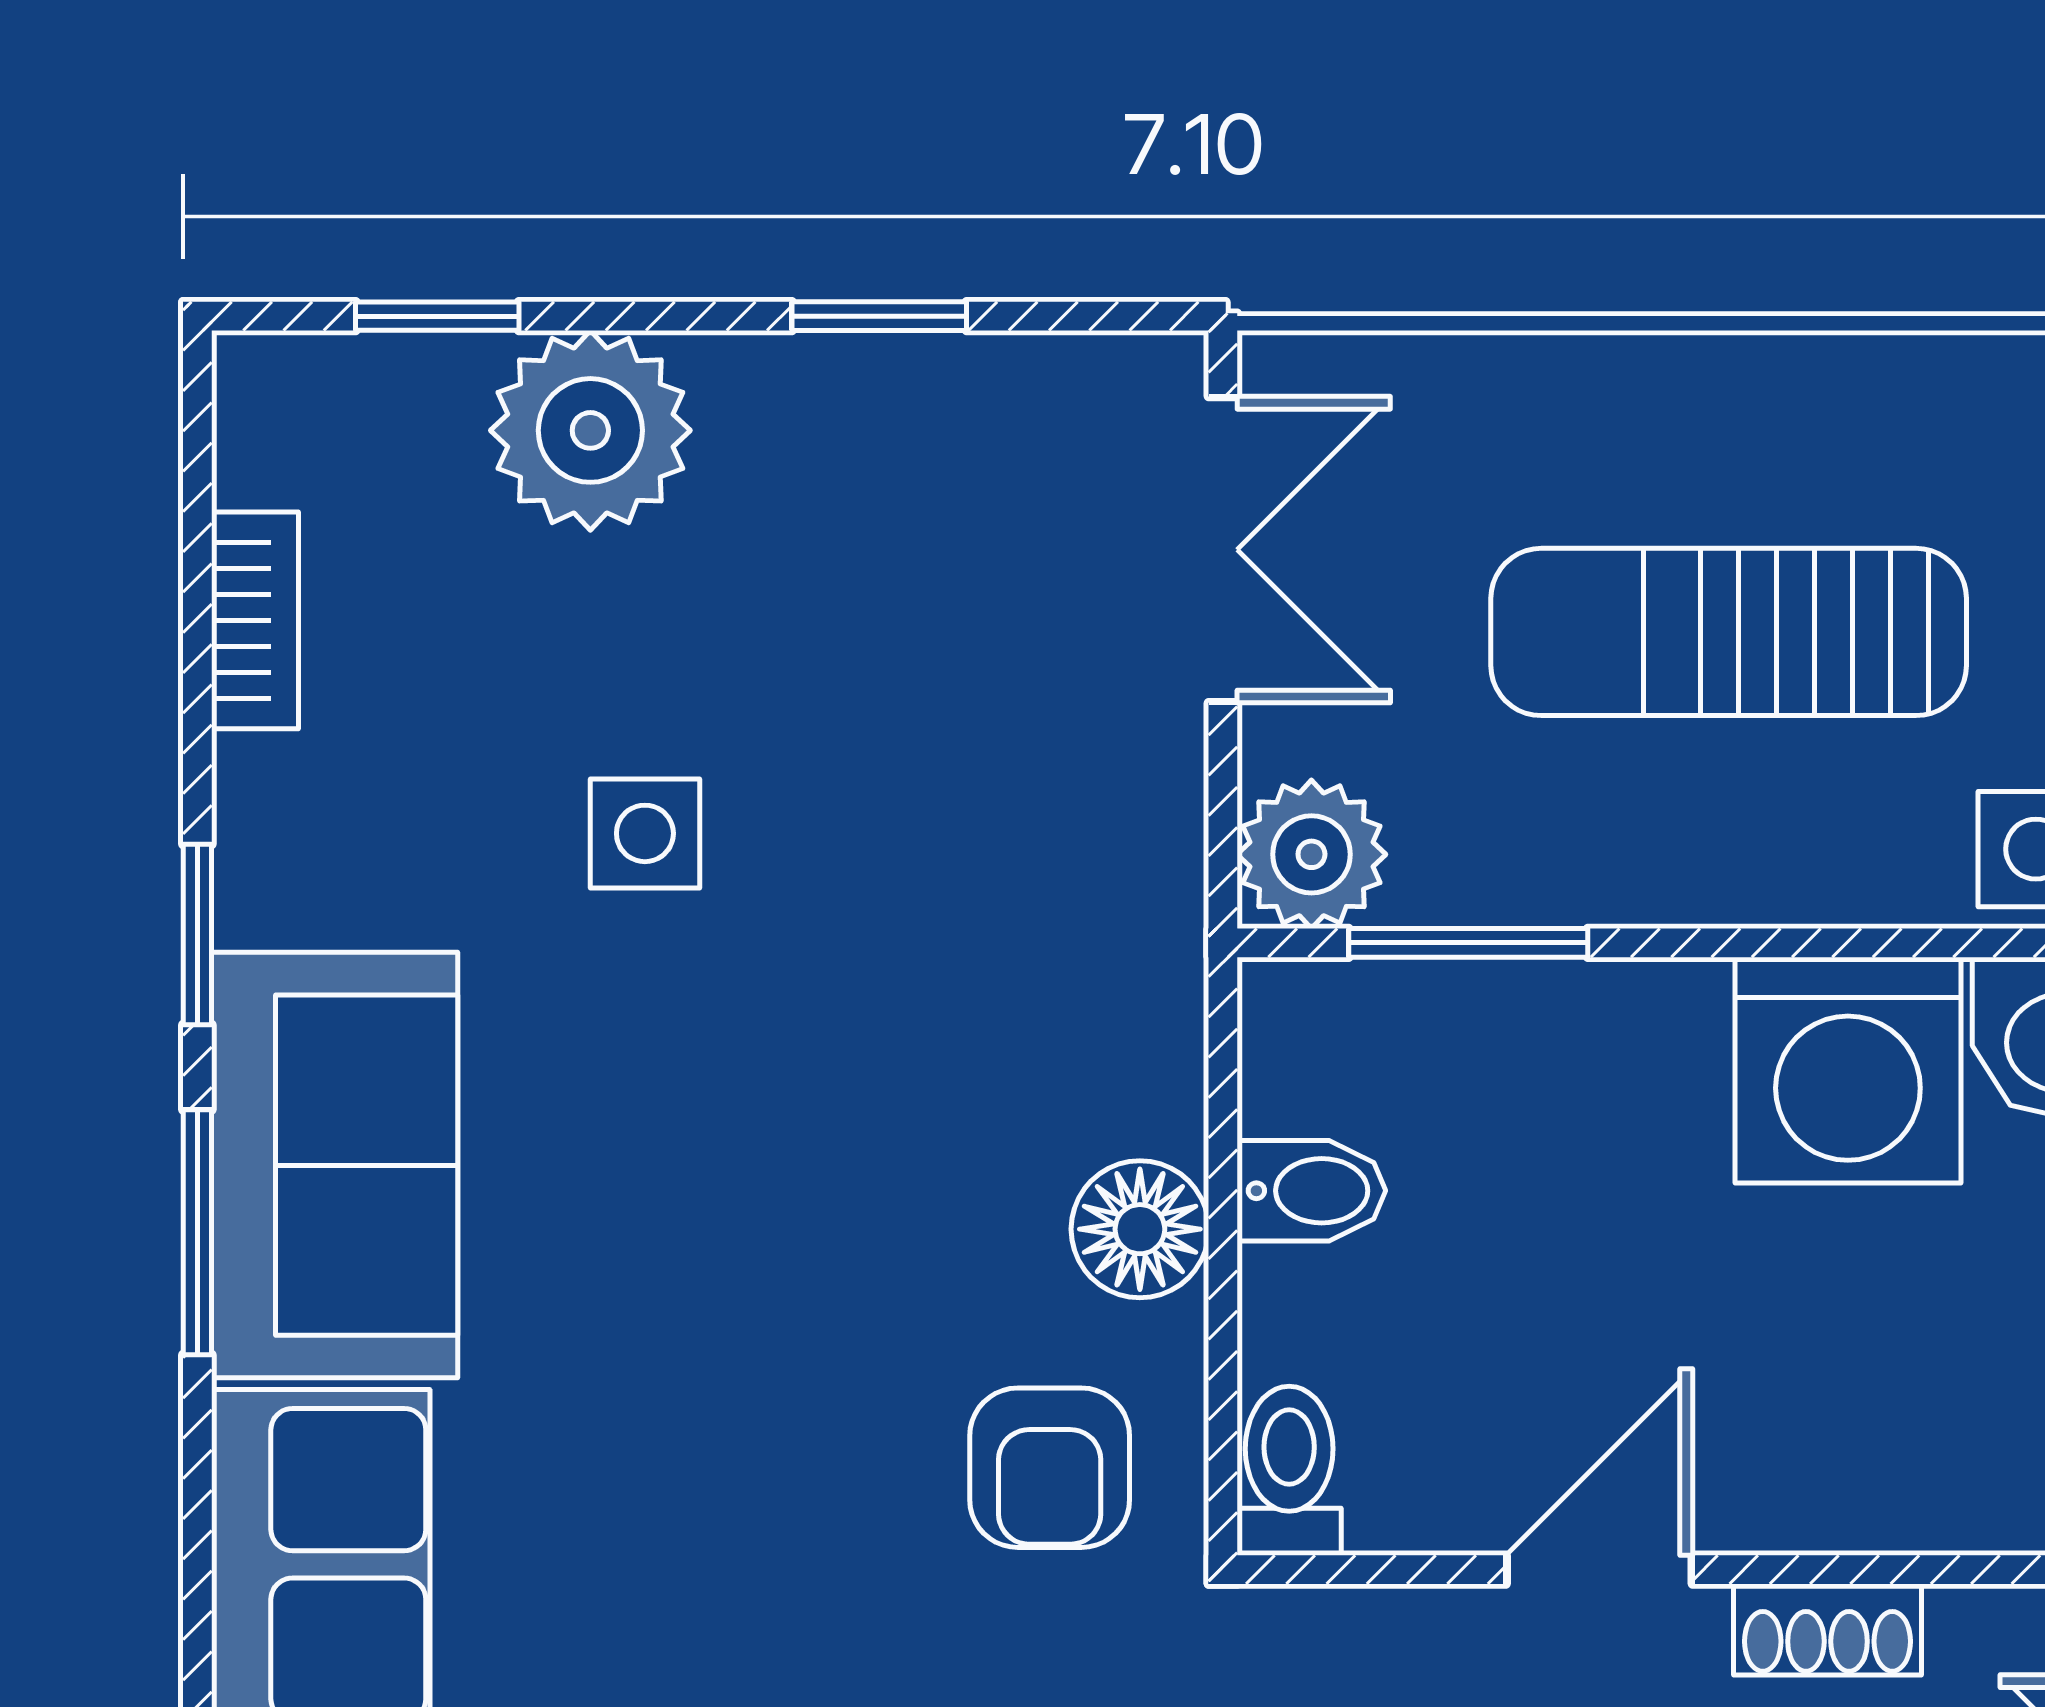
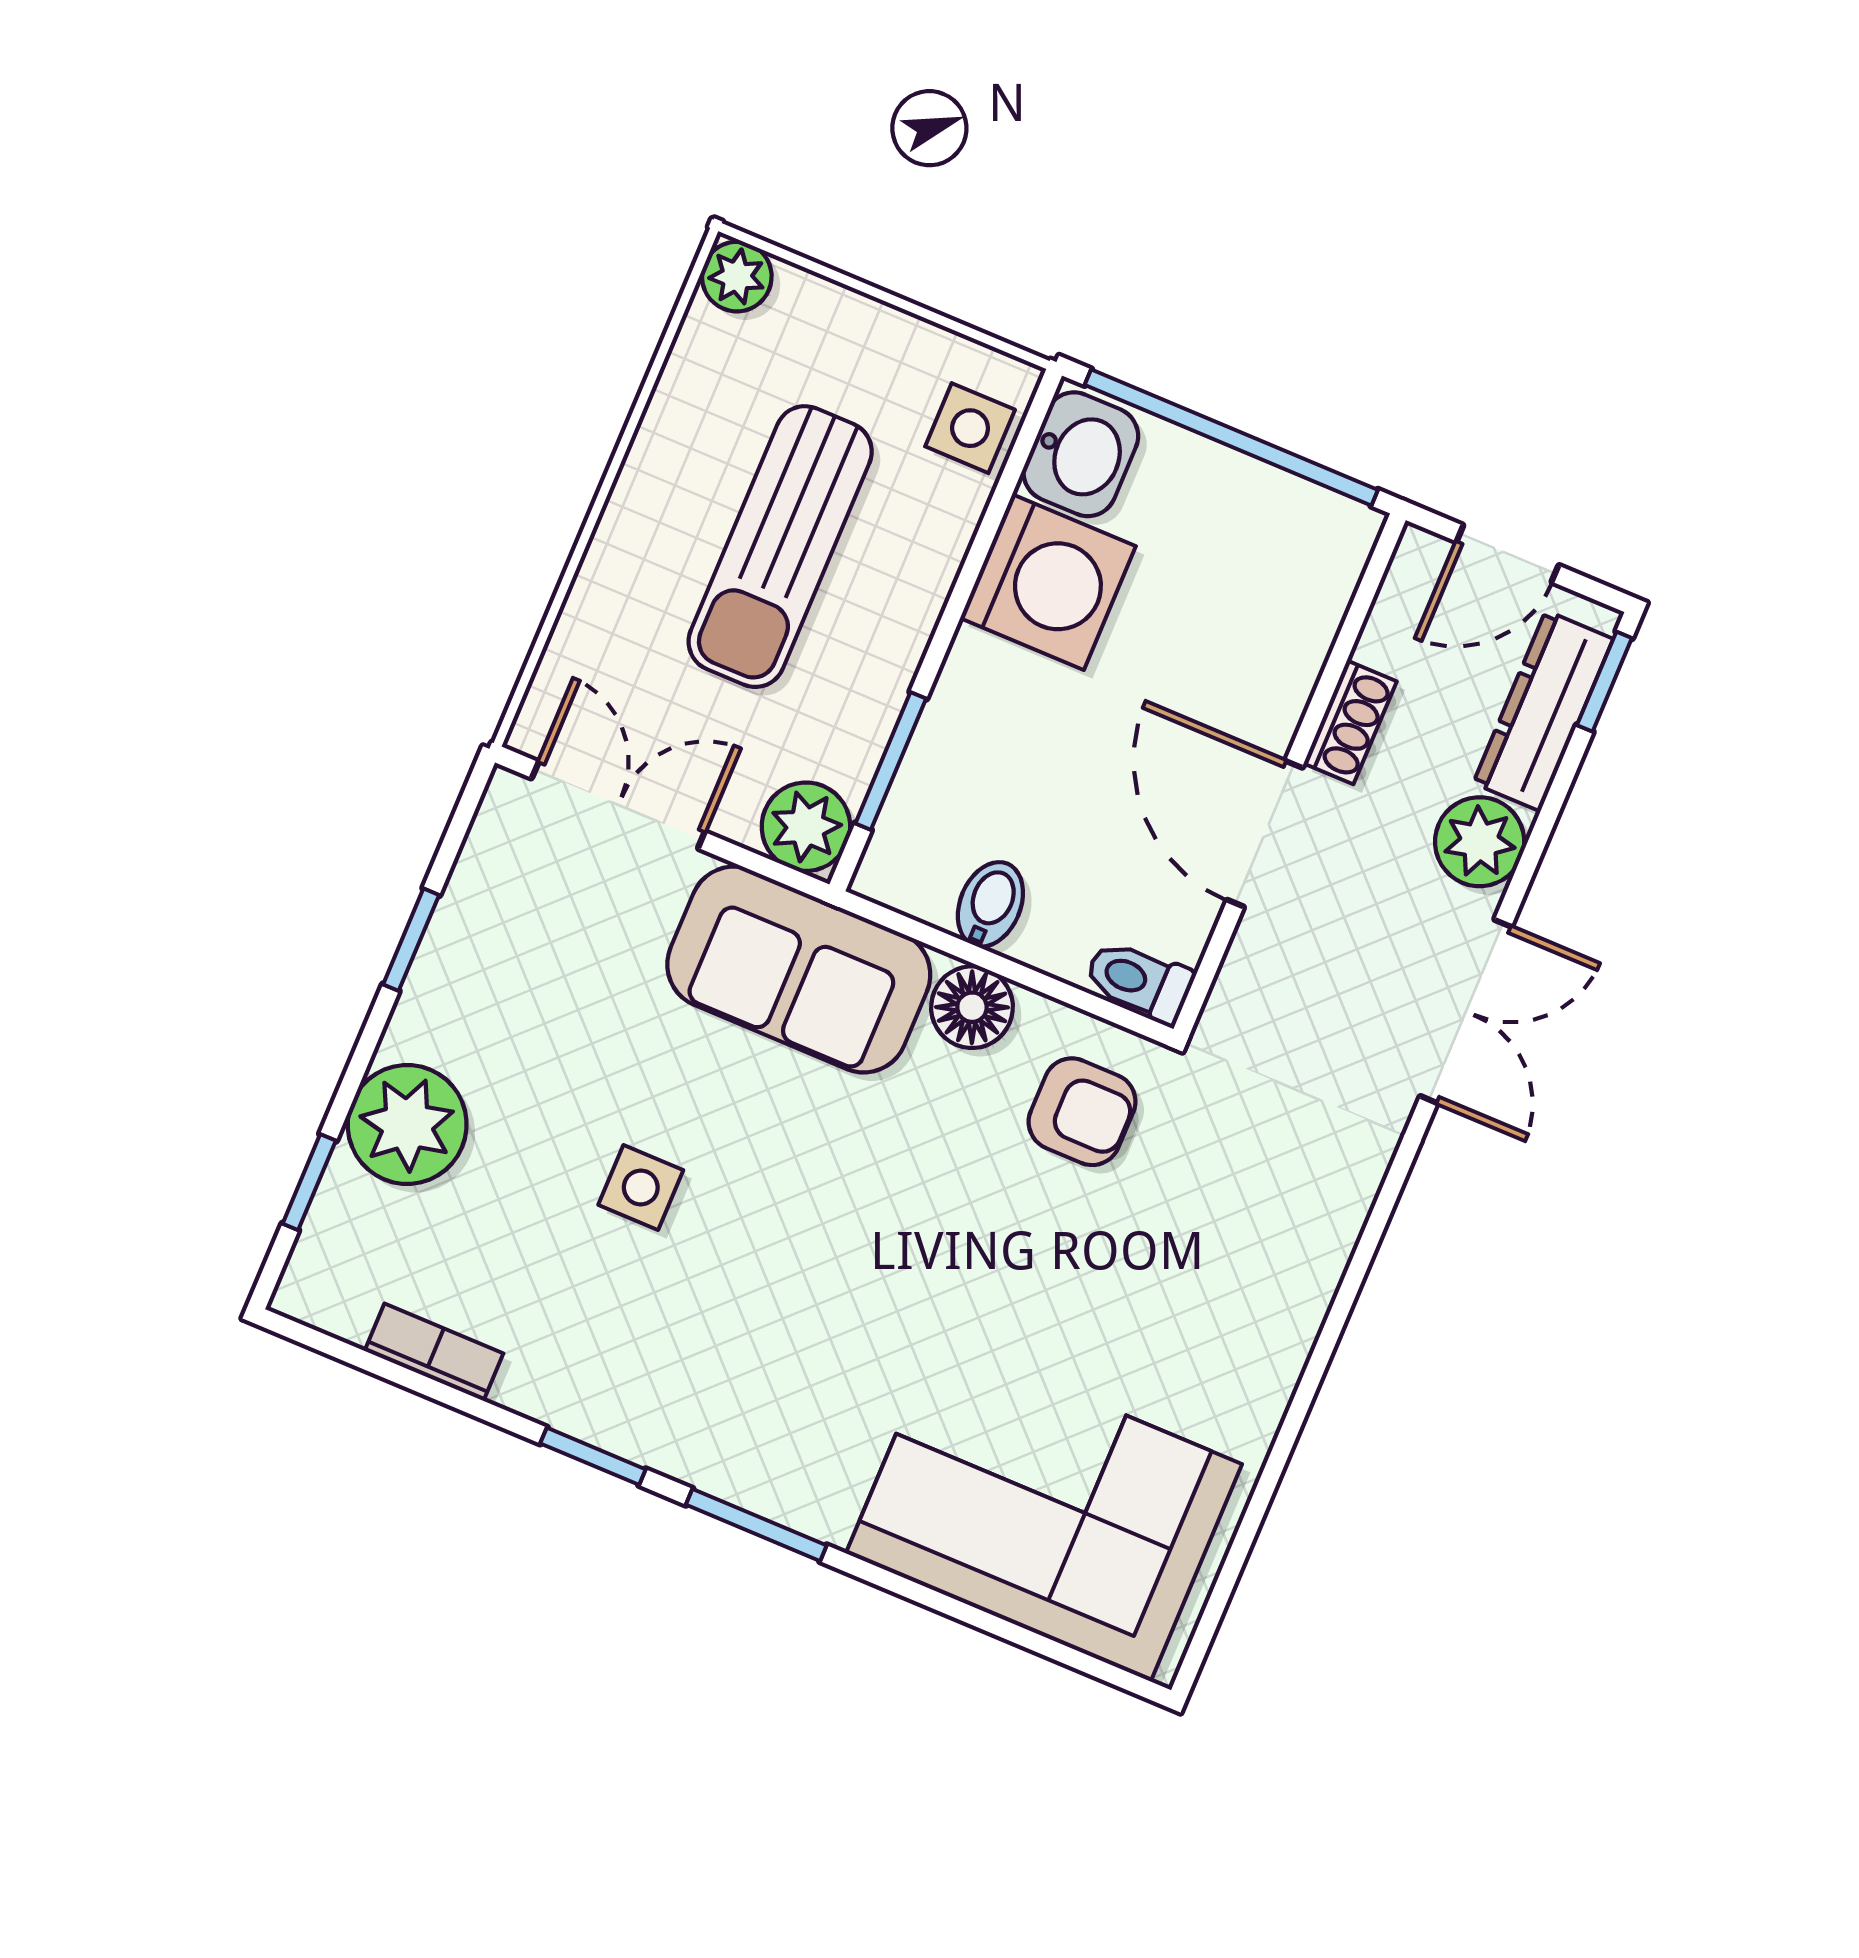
sofa: (335, 1165) -> (799, 970), moved, turned 180
door: (1599, 1570) -> (1265, 834), width x1.38

